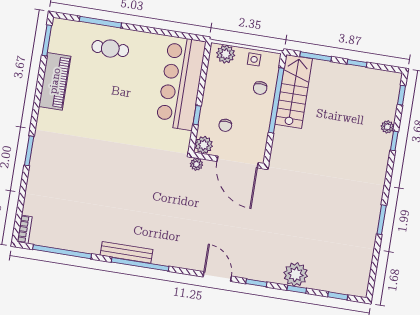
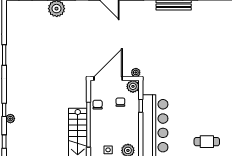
chair: (260, 88) -> (98, 105), moved
door: (238, 162) -> (108, 79), hinge flipped

